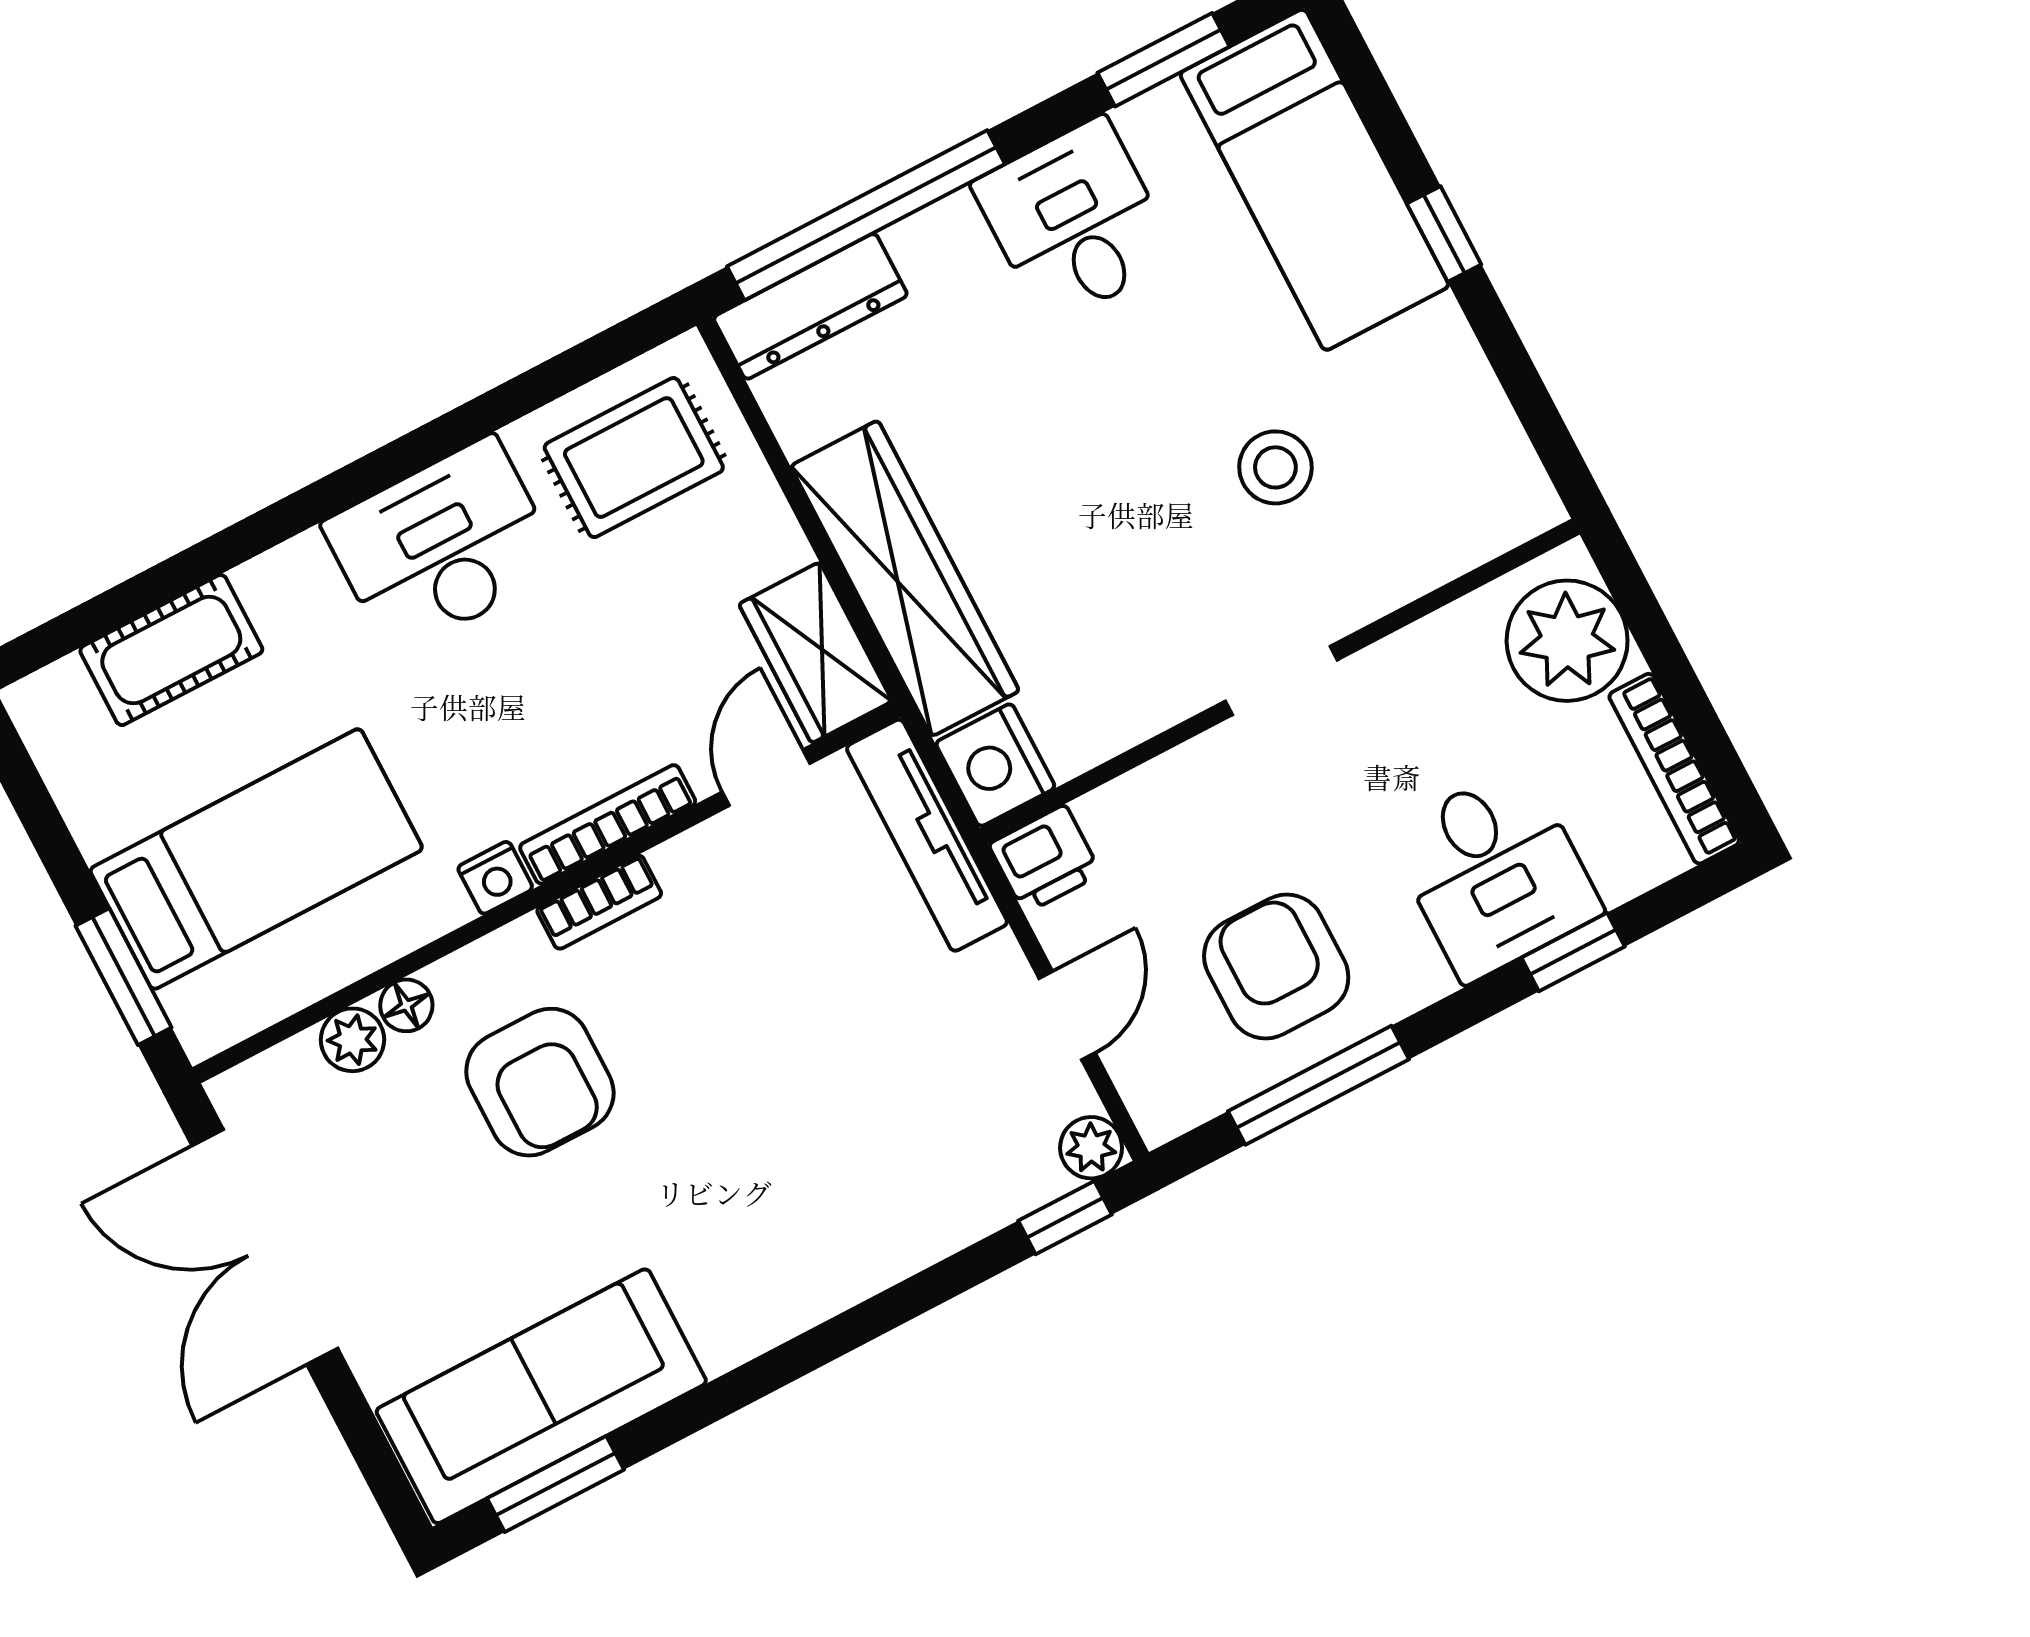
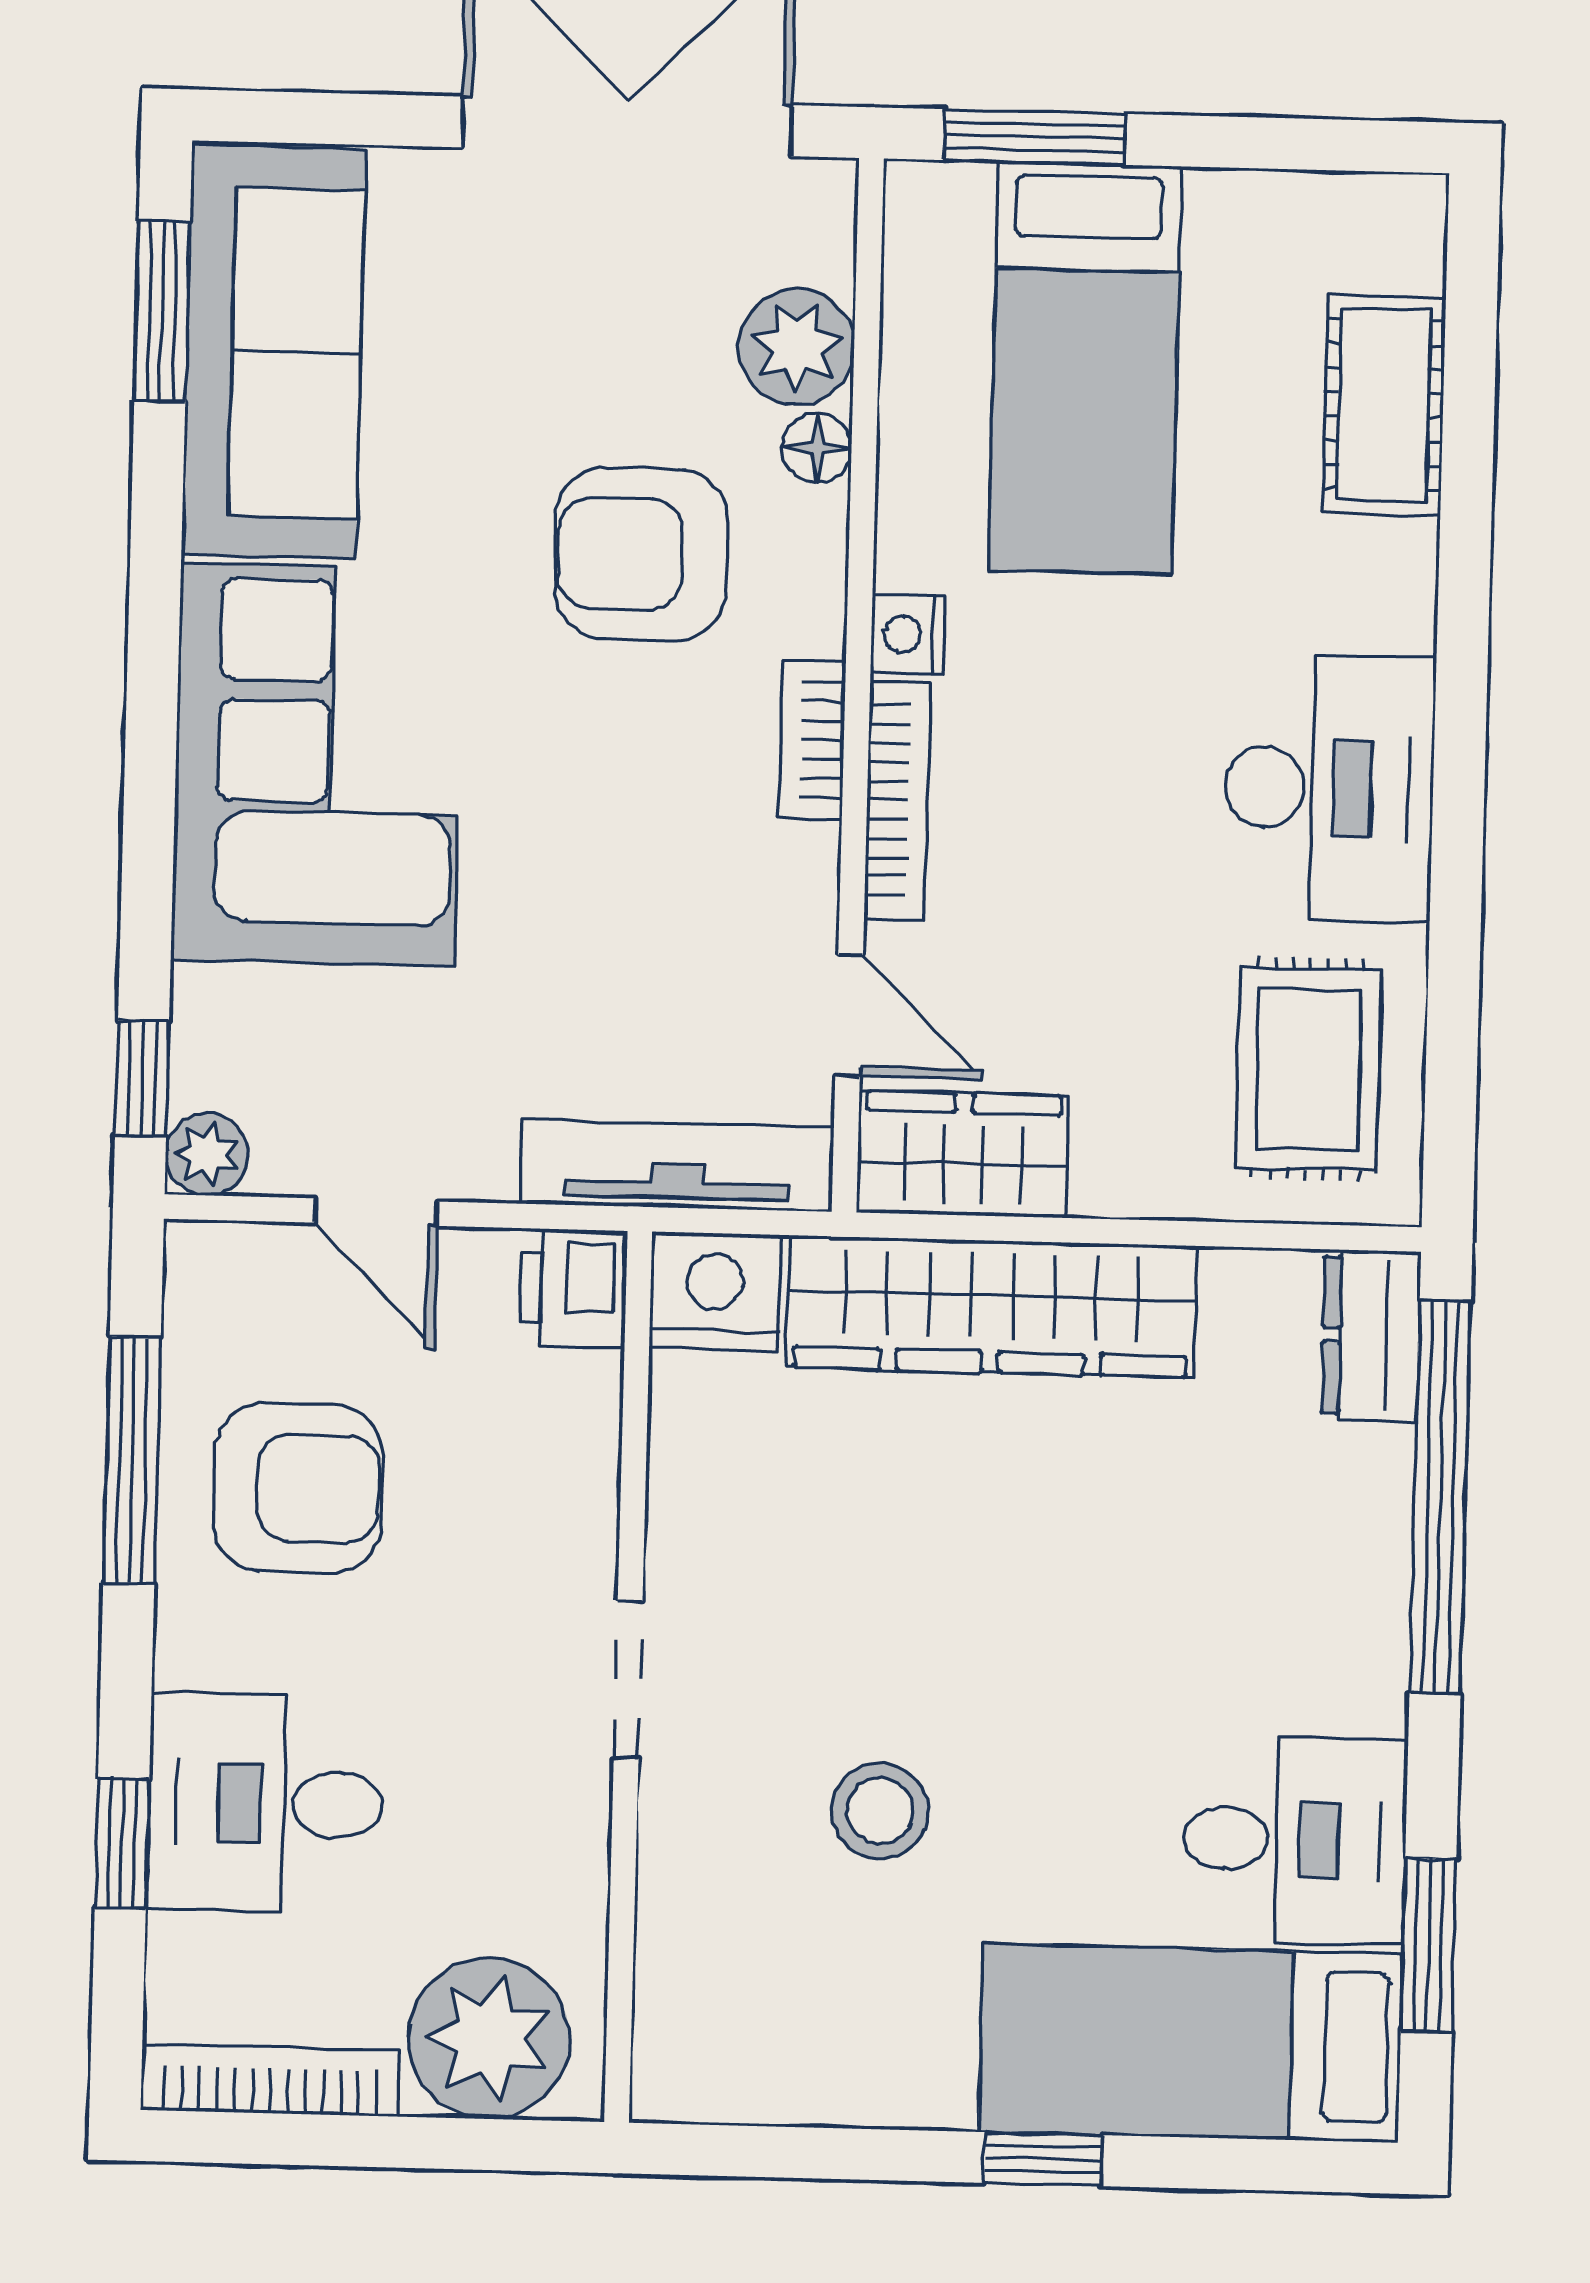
desk: (1075, 221) -> (1295, 1840), moved
dresser: (810, 306) -> (1371, 1336), width x0.70
plant: (352, 1040) -> (797, 347), width x1.38, depth x1.38
corner sofa: (796, 1217) -> (317, 765), added

